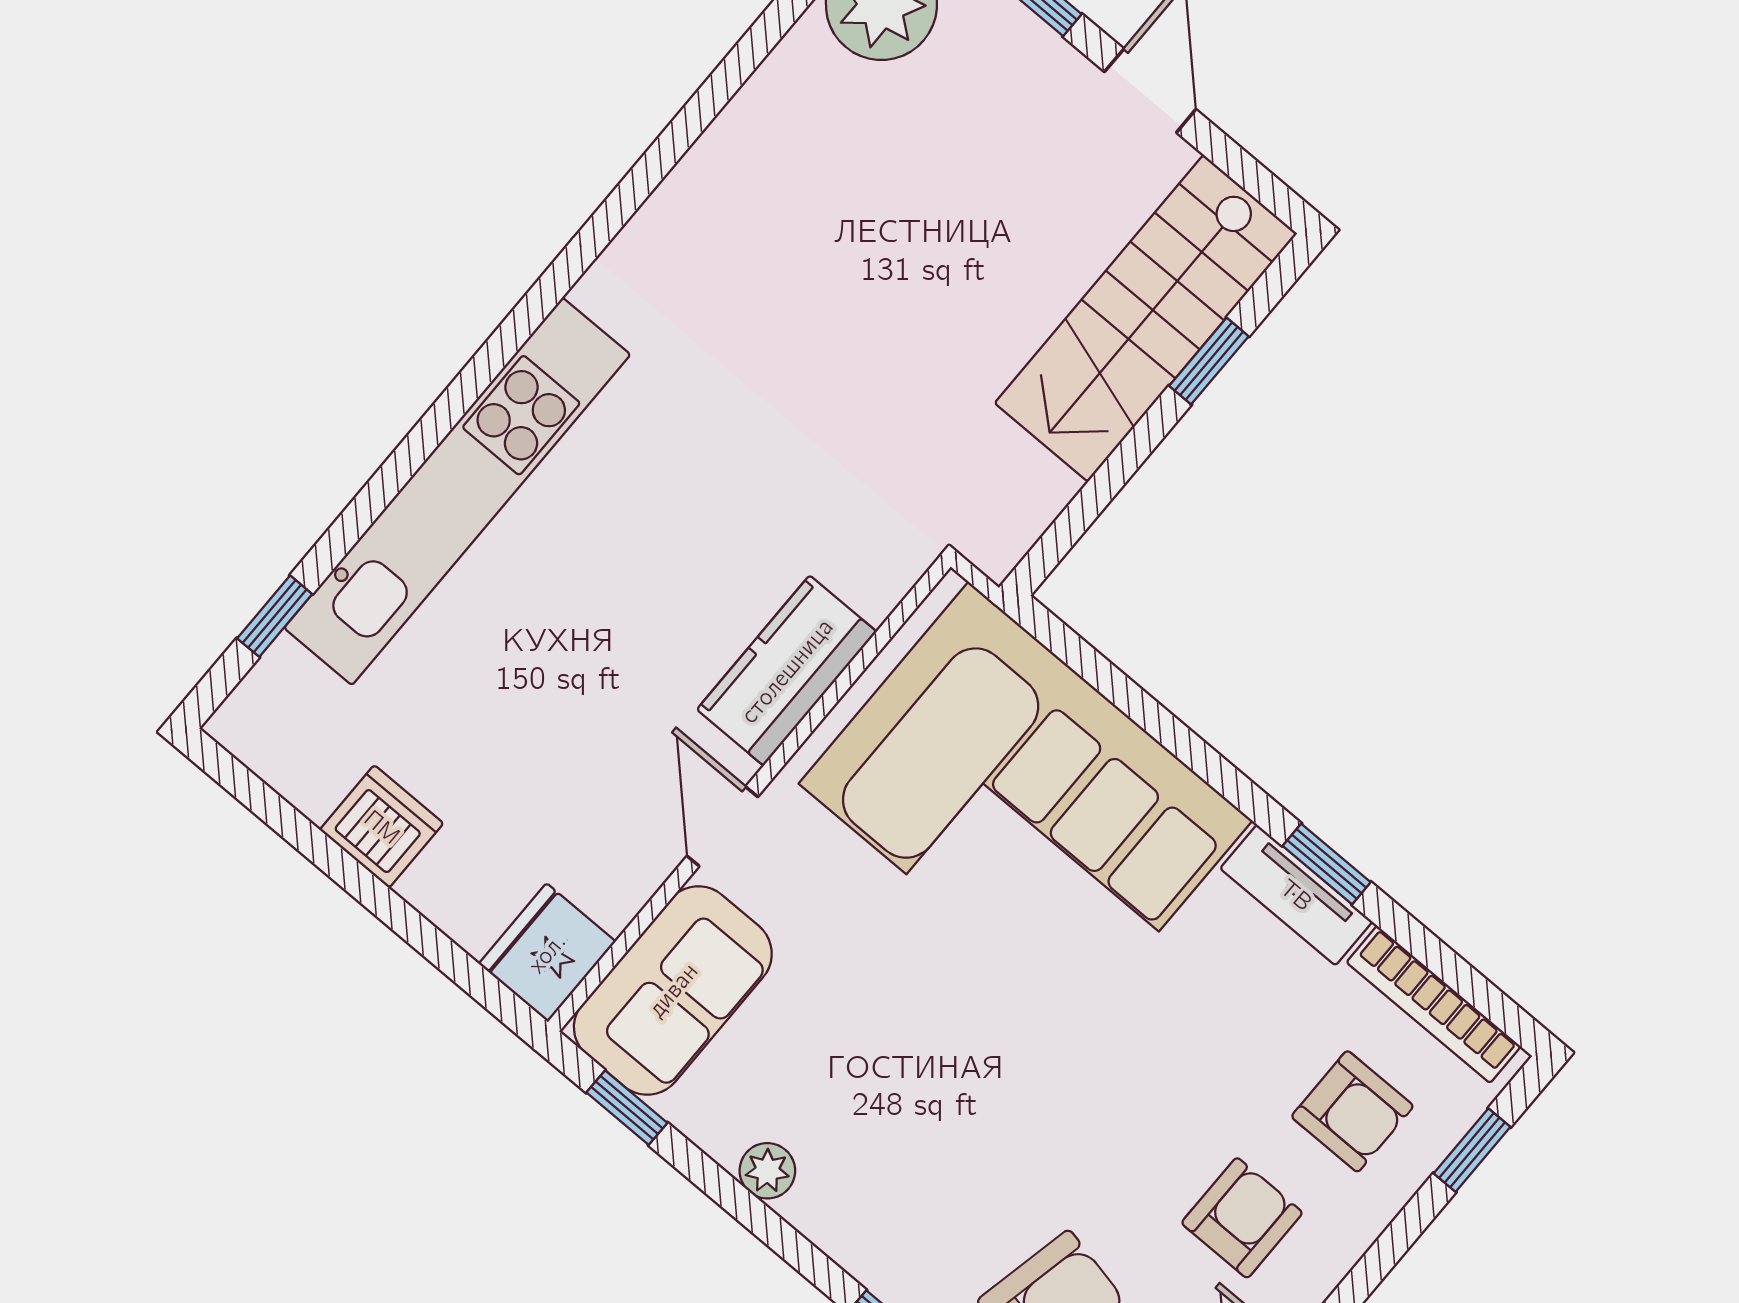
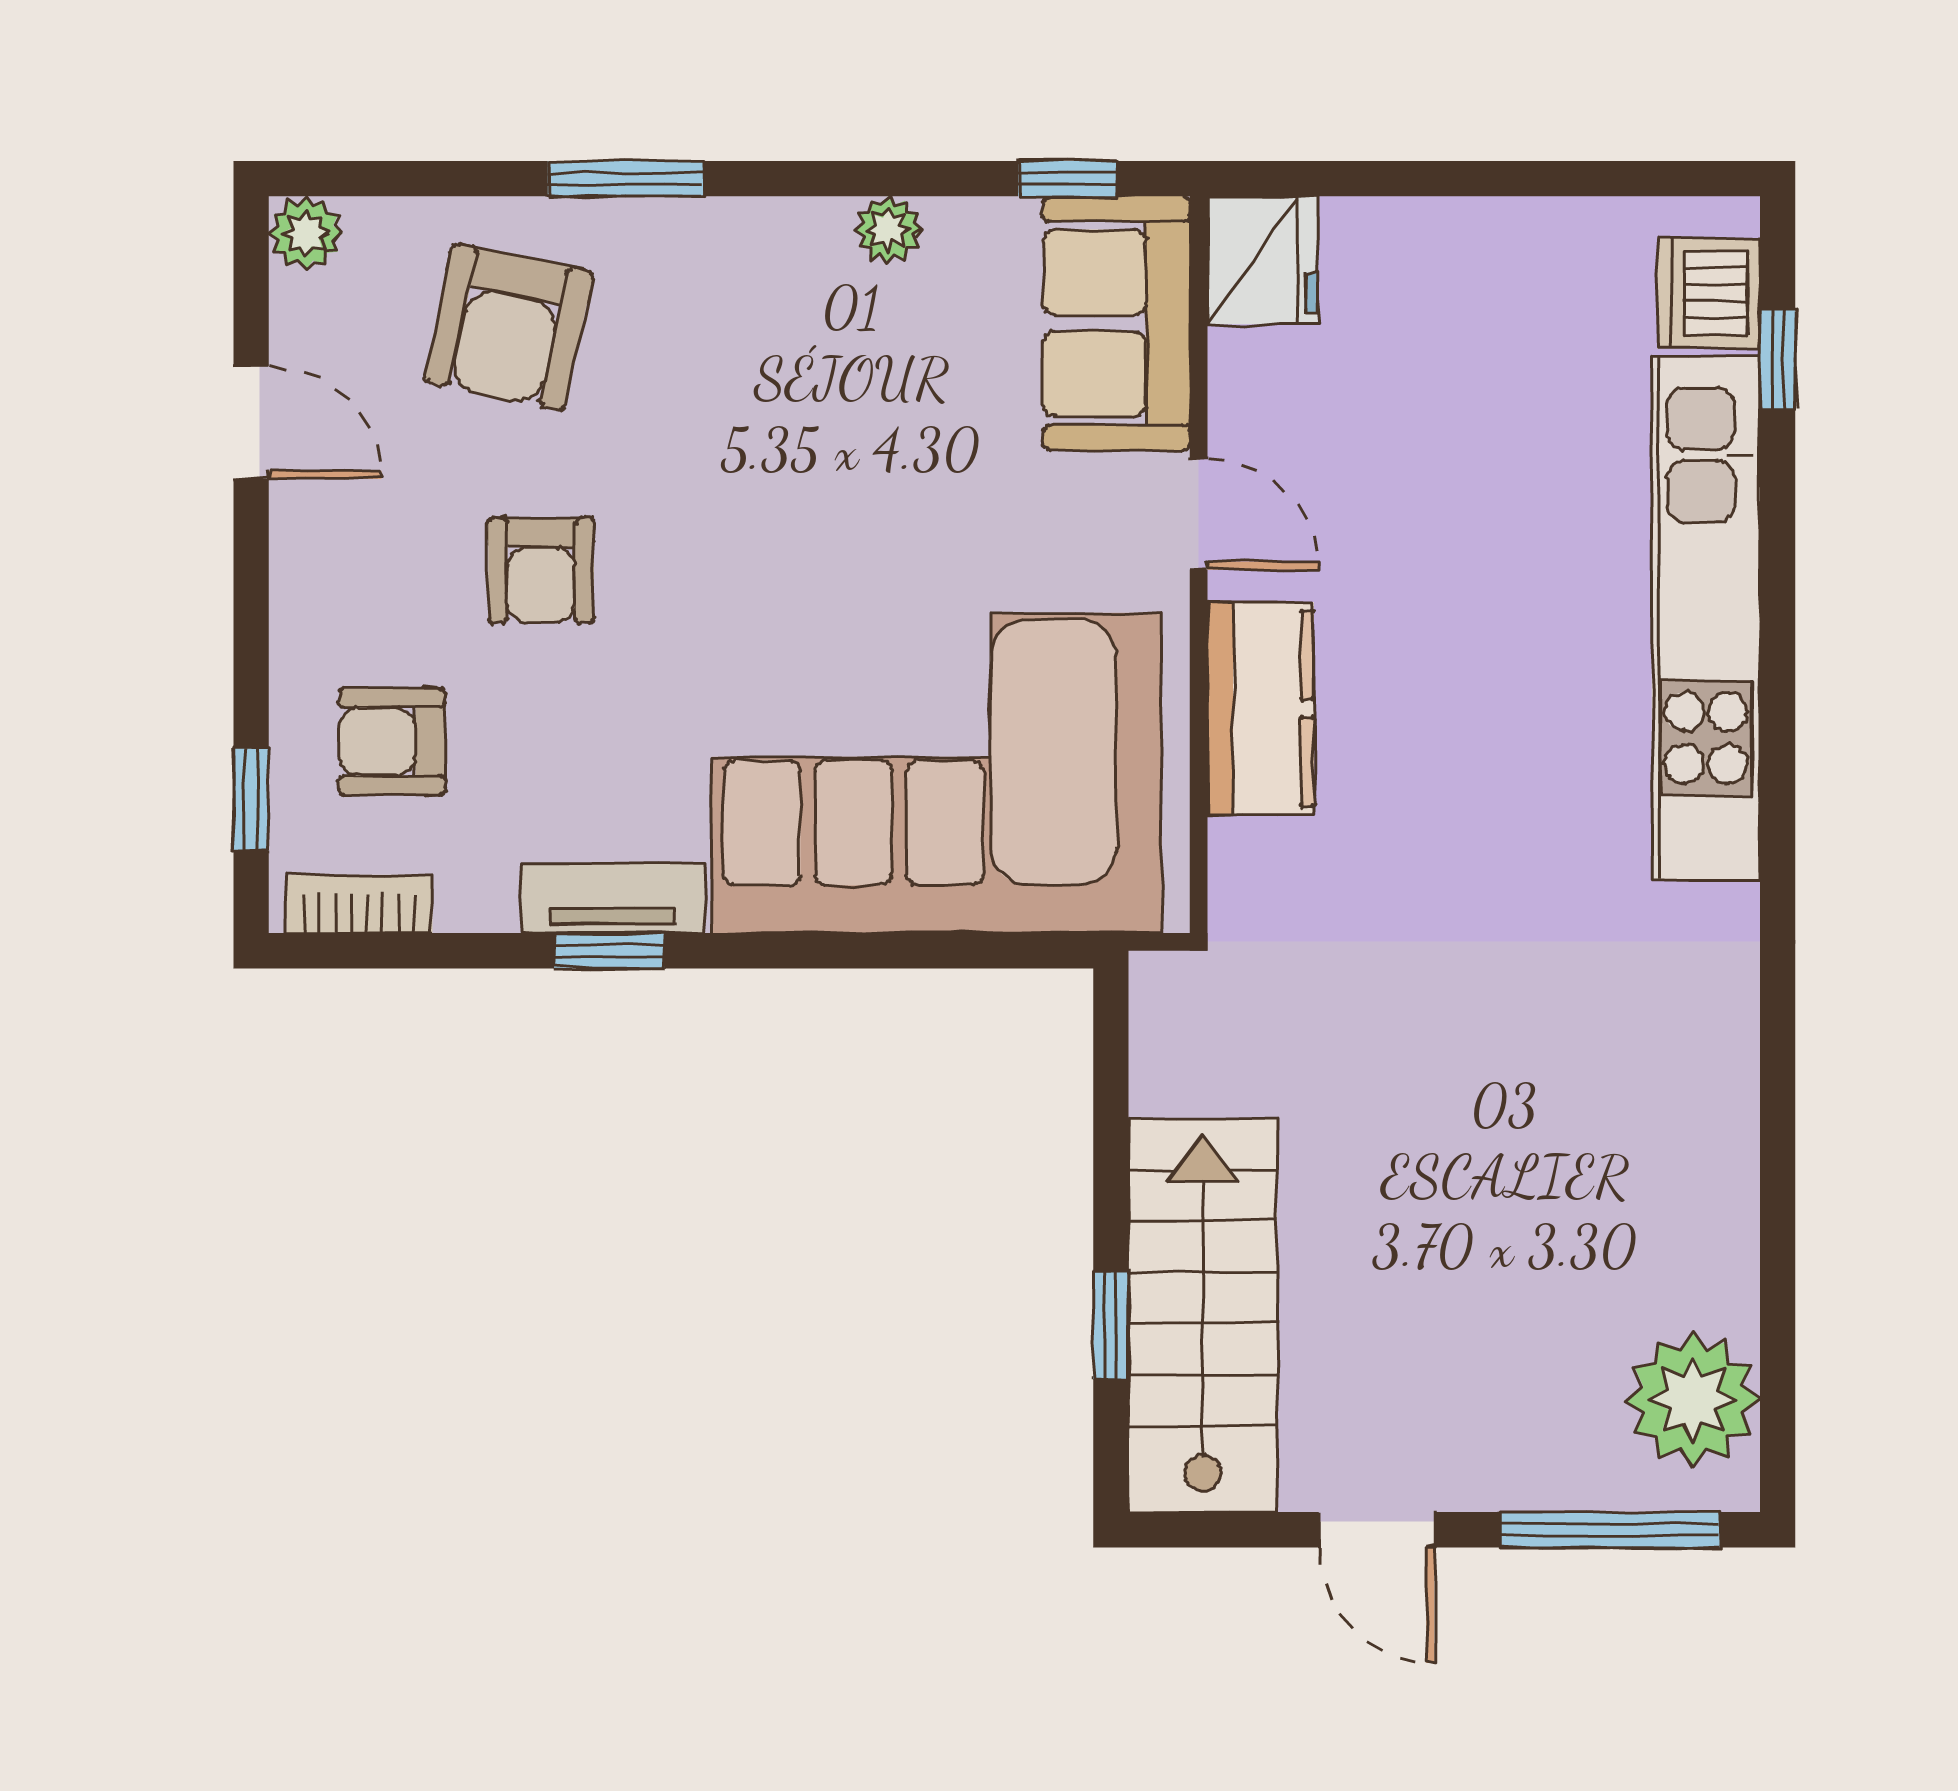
dishwasher: (382, 827) -> (1709, 293), moved, turned 90
bookcase: (1434, 1004) -> (359, 904), width x0.64
armchair: (1242, 1218) -> (541, 570), moved

